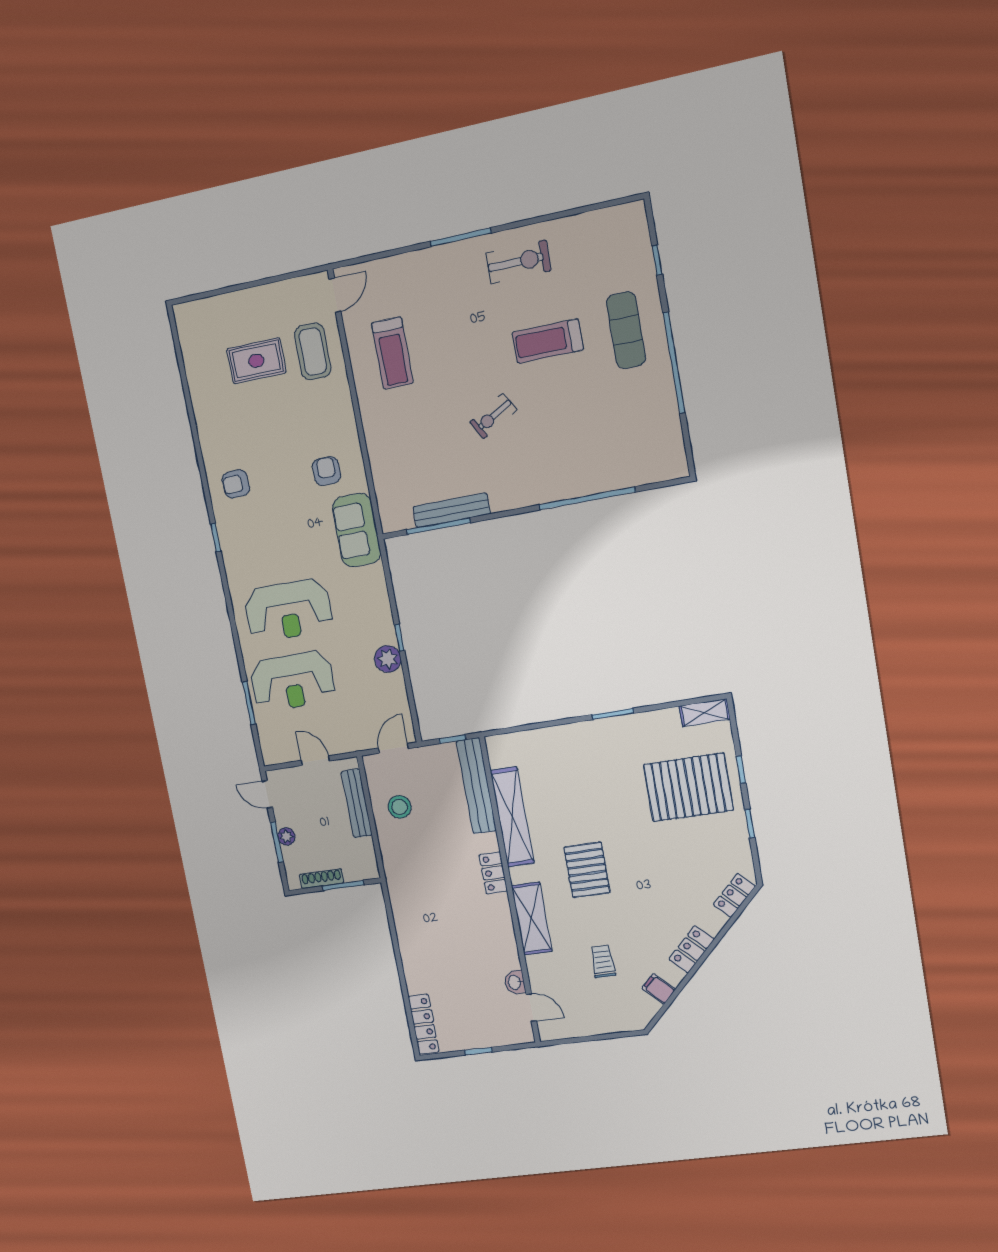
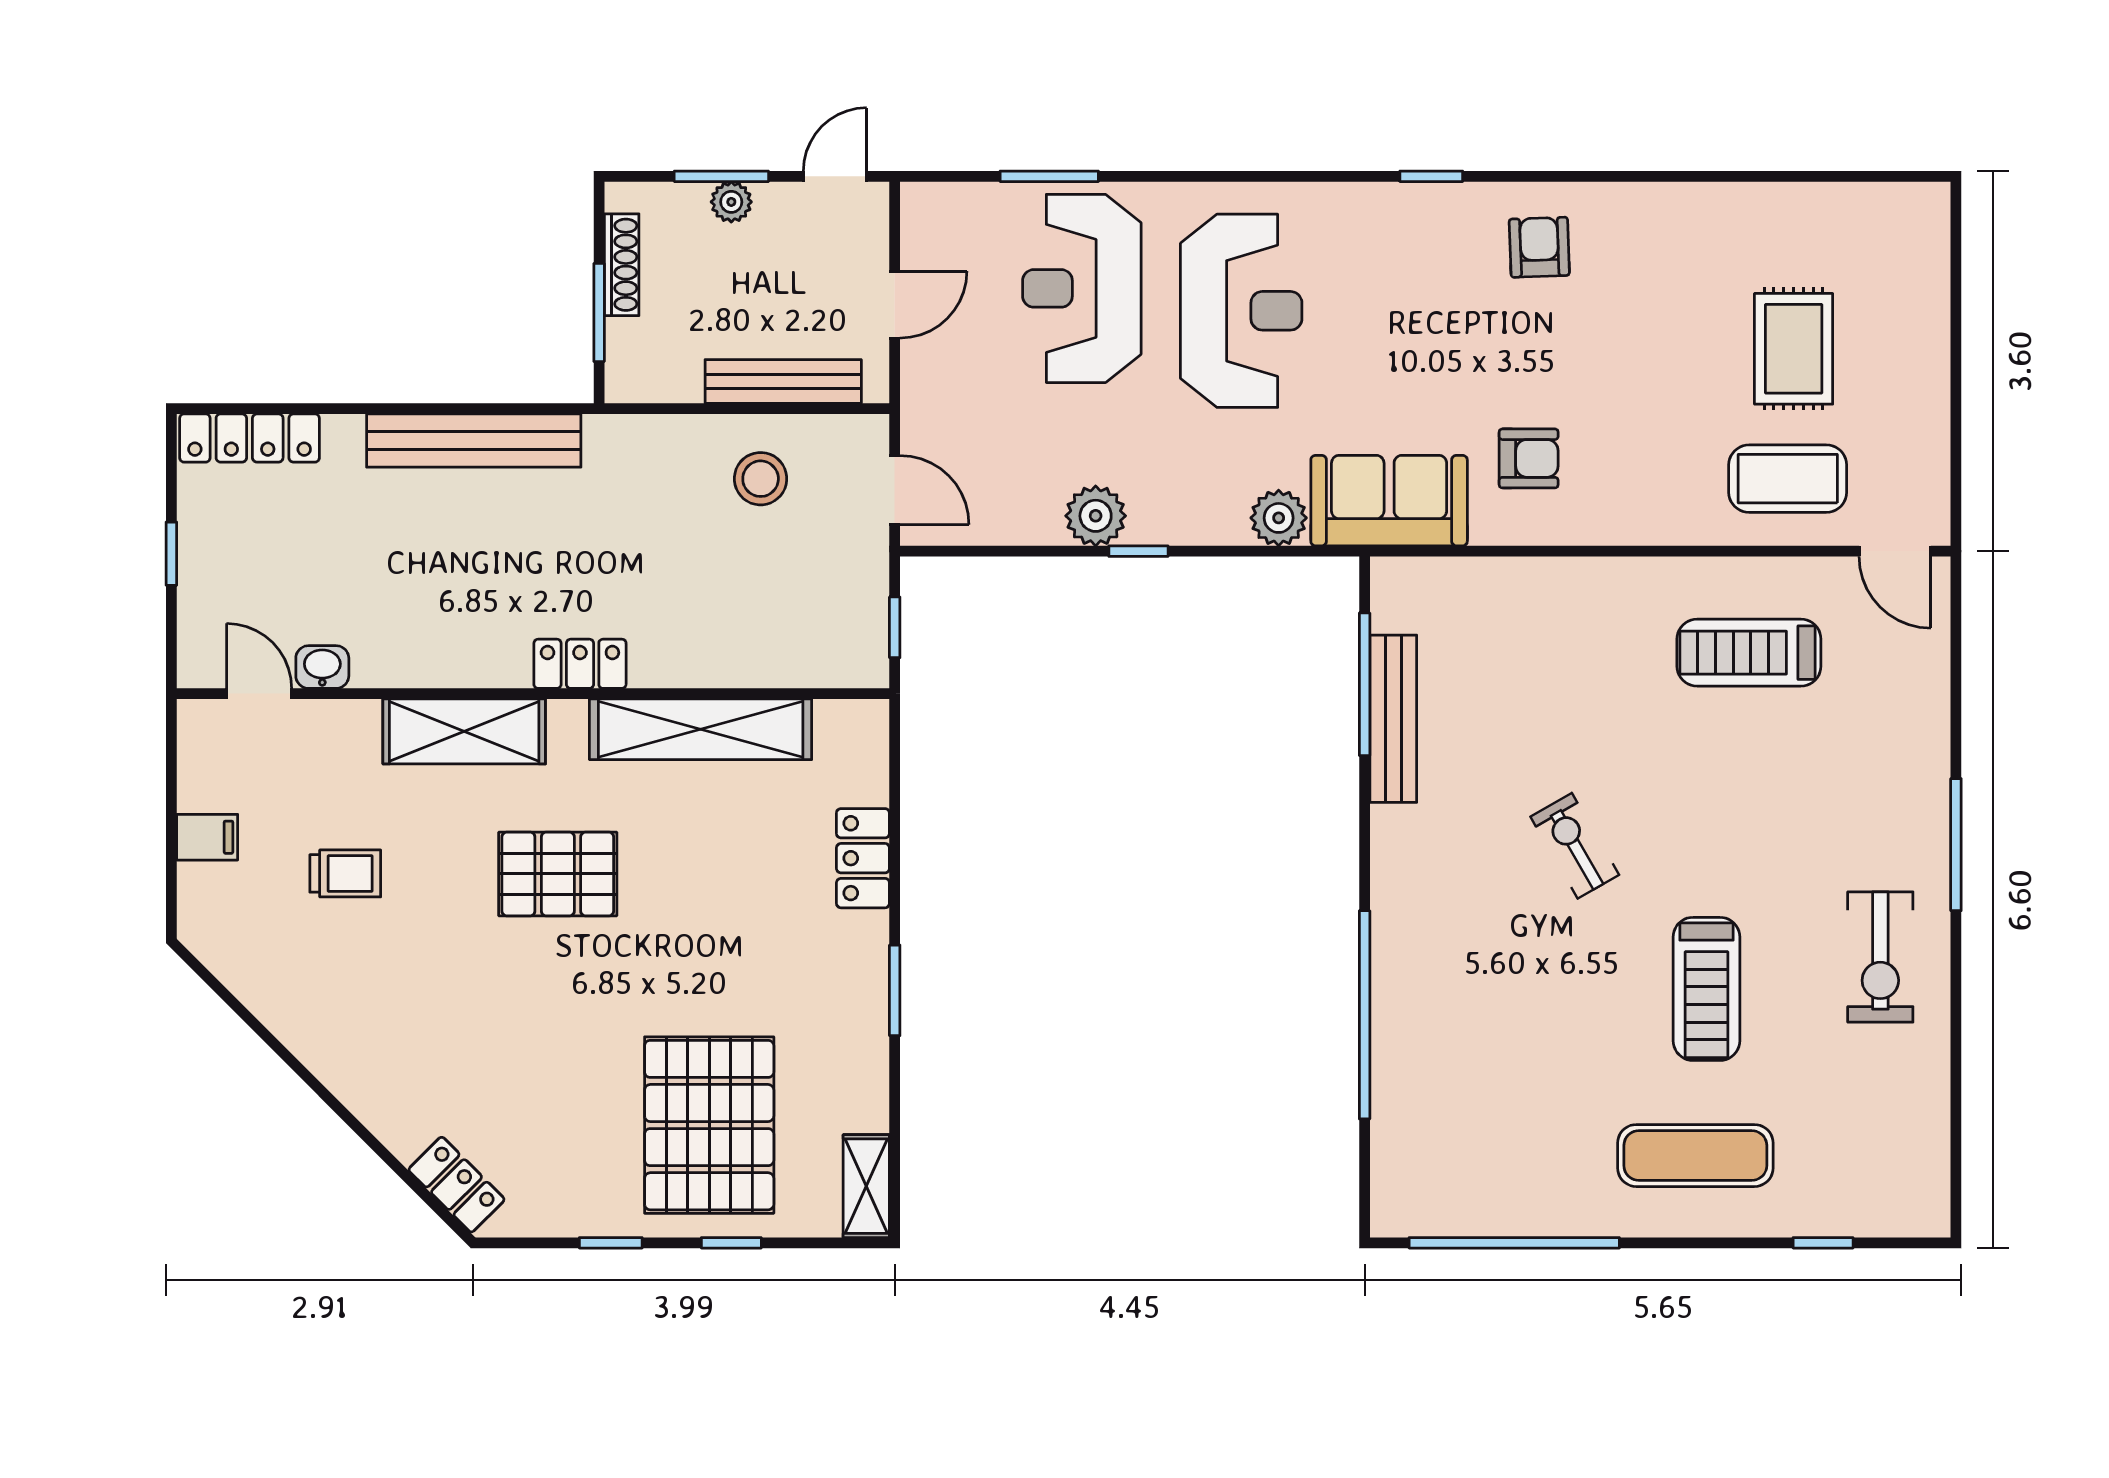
treadmill: (548, 341) -> (1706, 989), turned 180
window: (674, 363) -> (1514, 1243), moved
plant: (373, 578) -> (1279, 518), added
reception desk: (288, 610) -> (1241, 311), turned 180
bench: (476, 786) -> (474, 441), moved
locker: (691, 949) -> (863, 858), moved, turned -135
filing cabinet: (659, 989) -> (207, 837), moved, turned 45
door: (531, 1008) -> (259, 694), swing flipped

